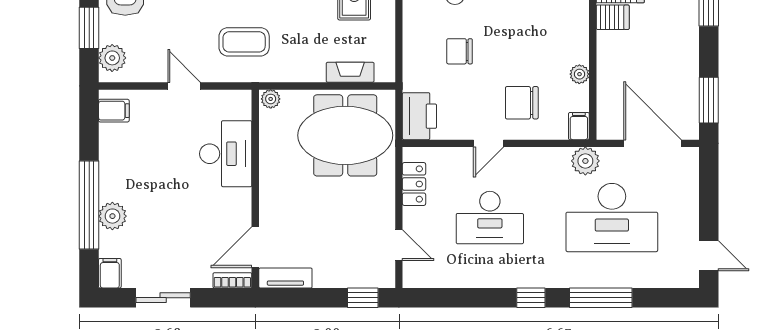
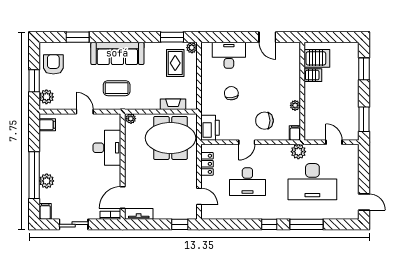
chair: (460, 51) -> (231, 93), turned 83
door: (653, 143) -> (334, 142), width x0.53

